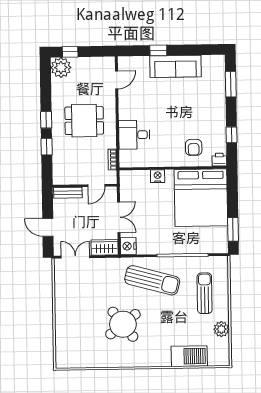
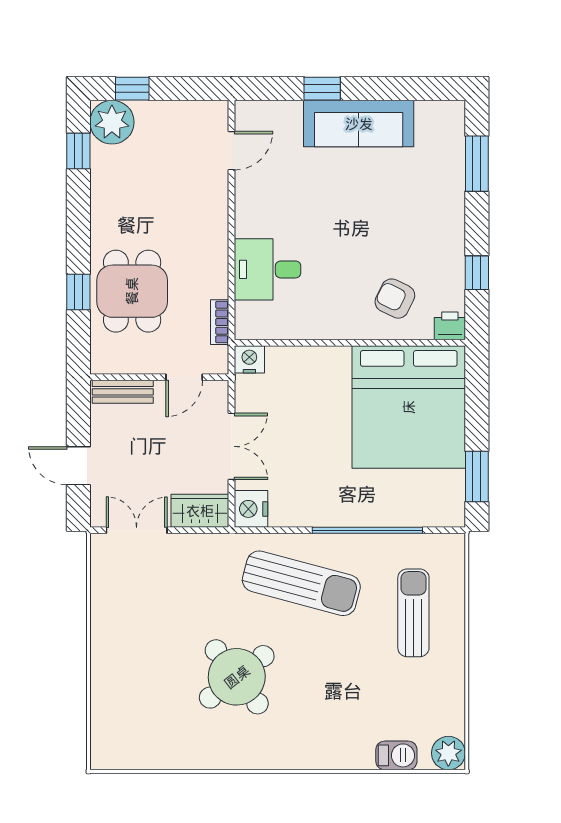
window: (46, 120) -> (78, 151), moved
dining table: (84, 121) -> (132, 291), moved, turned 90
armchair: (194, 147) -> (395, 299), turned 116
nightstand: (158, 176) -> (249, 359), moved
plant: (221, 329) -> (448, 753), moved
barbecue: (189, 356) -> (396, 755), width x0.53, depth x0.65

